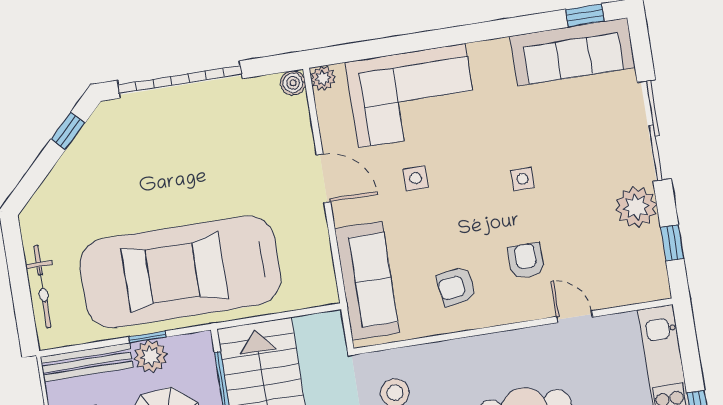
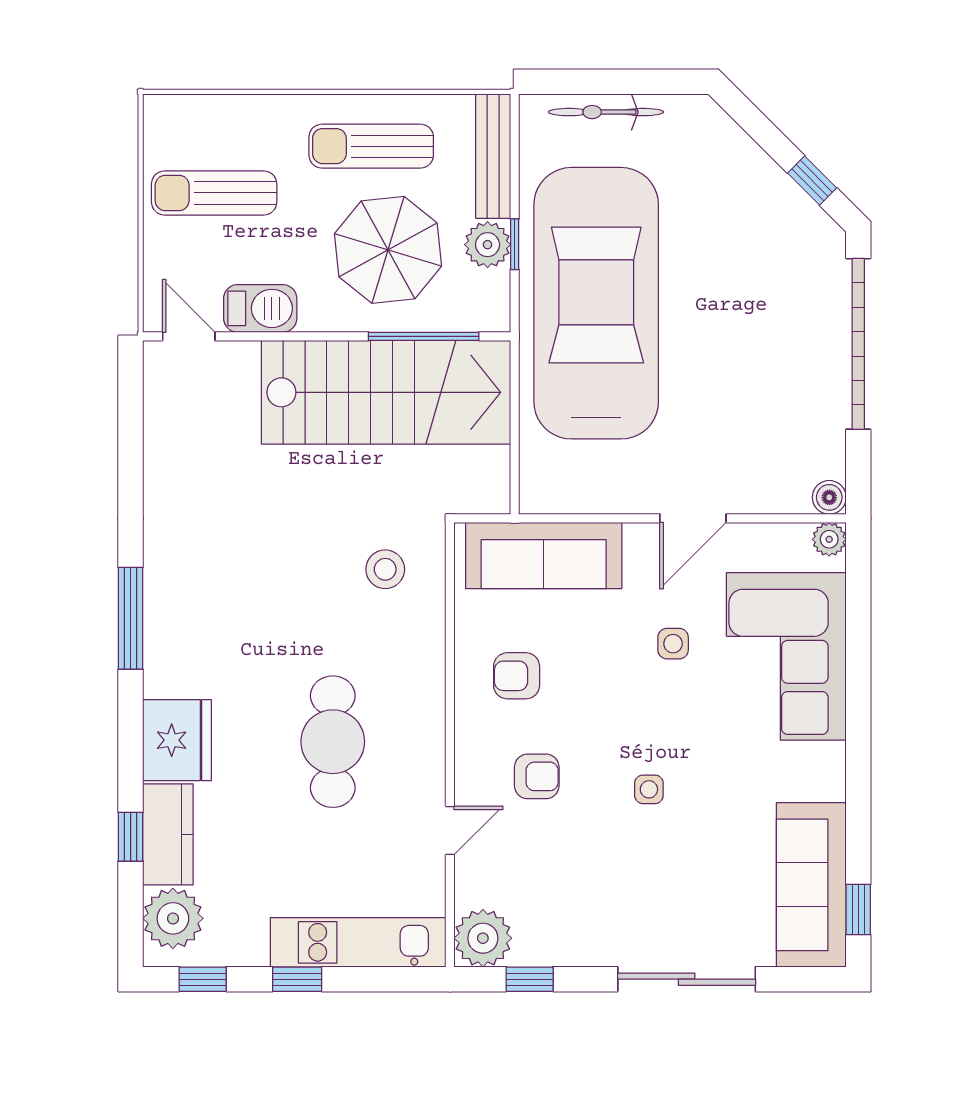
plant: (636, 207) -> (483, 938), moved
armchair: (456, 287) -> (517, 676), turned -82

